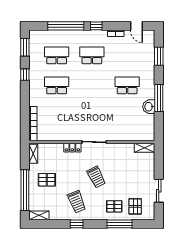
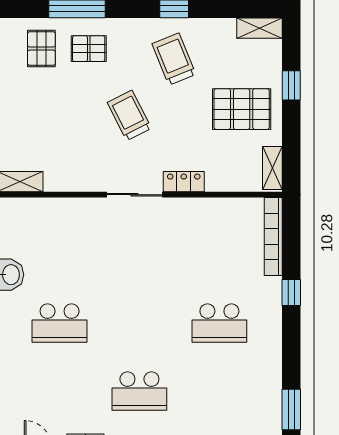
school desk: (57, 55) -> (219, 391), removed
window: (25, 75) -> (291, 293), moved
pallet: (47, 180) -> (242, 109), width x1.50, depth x1.42
window: (25, 190) -> (291, 85), width x0.32

